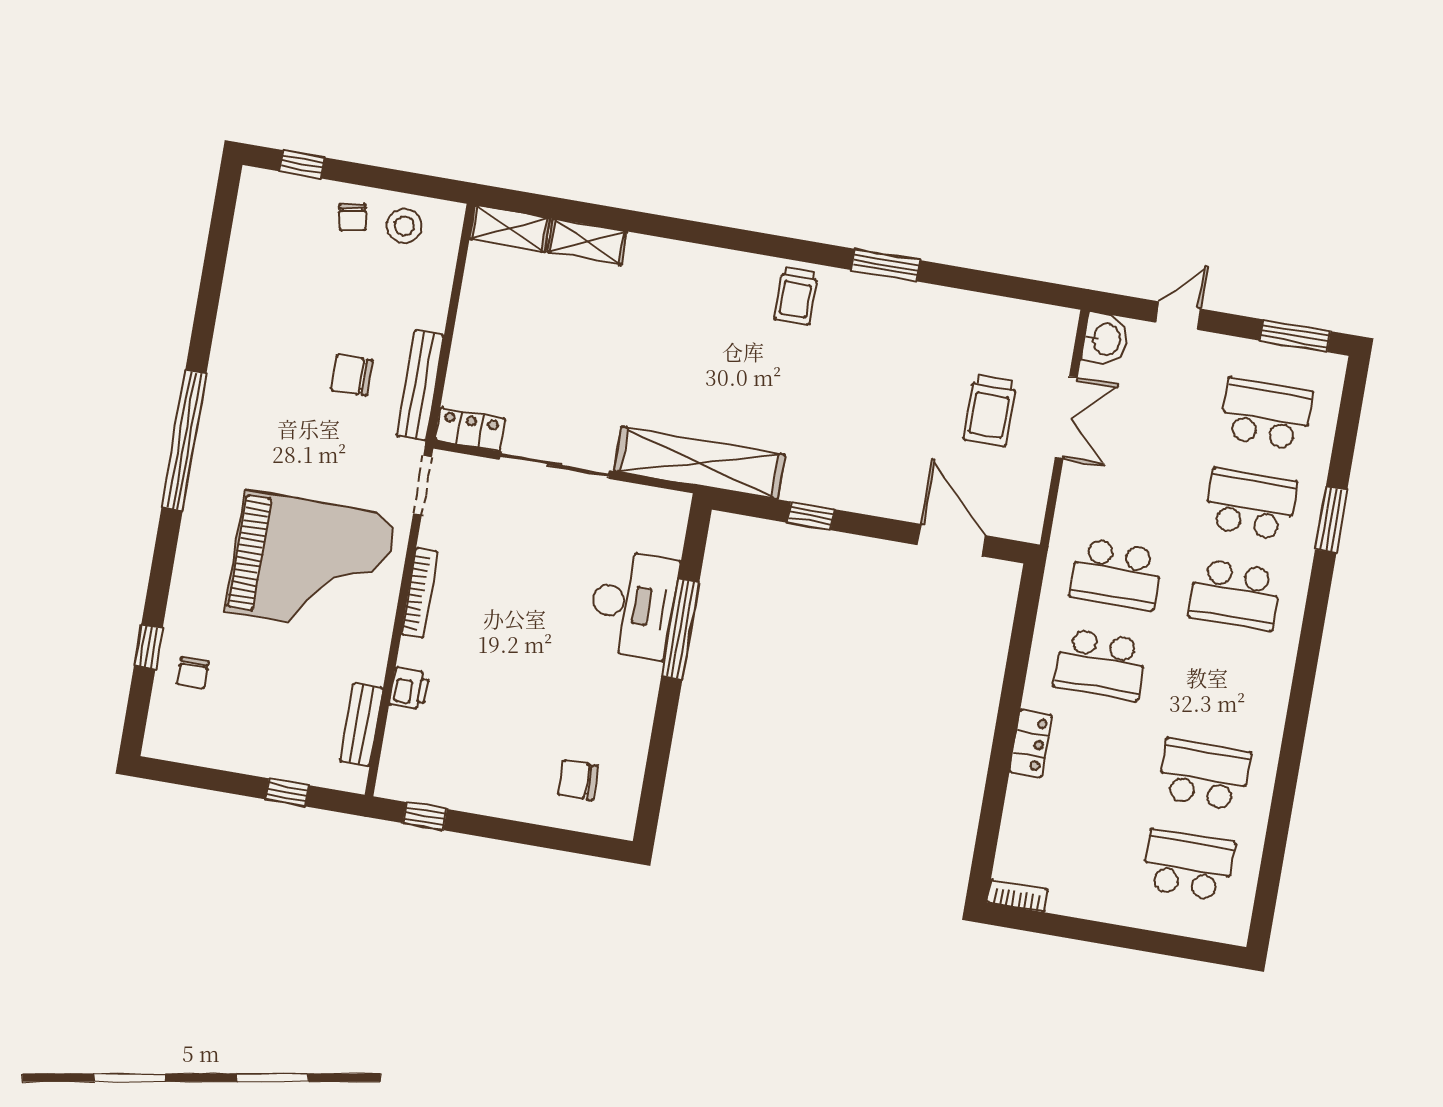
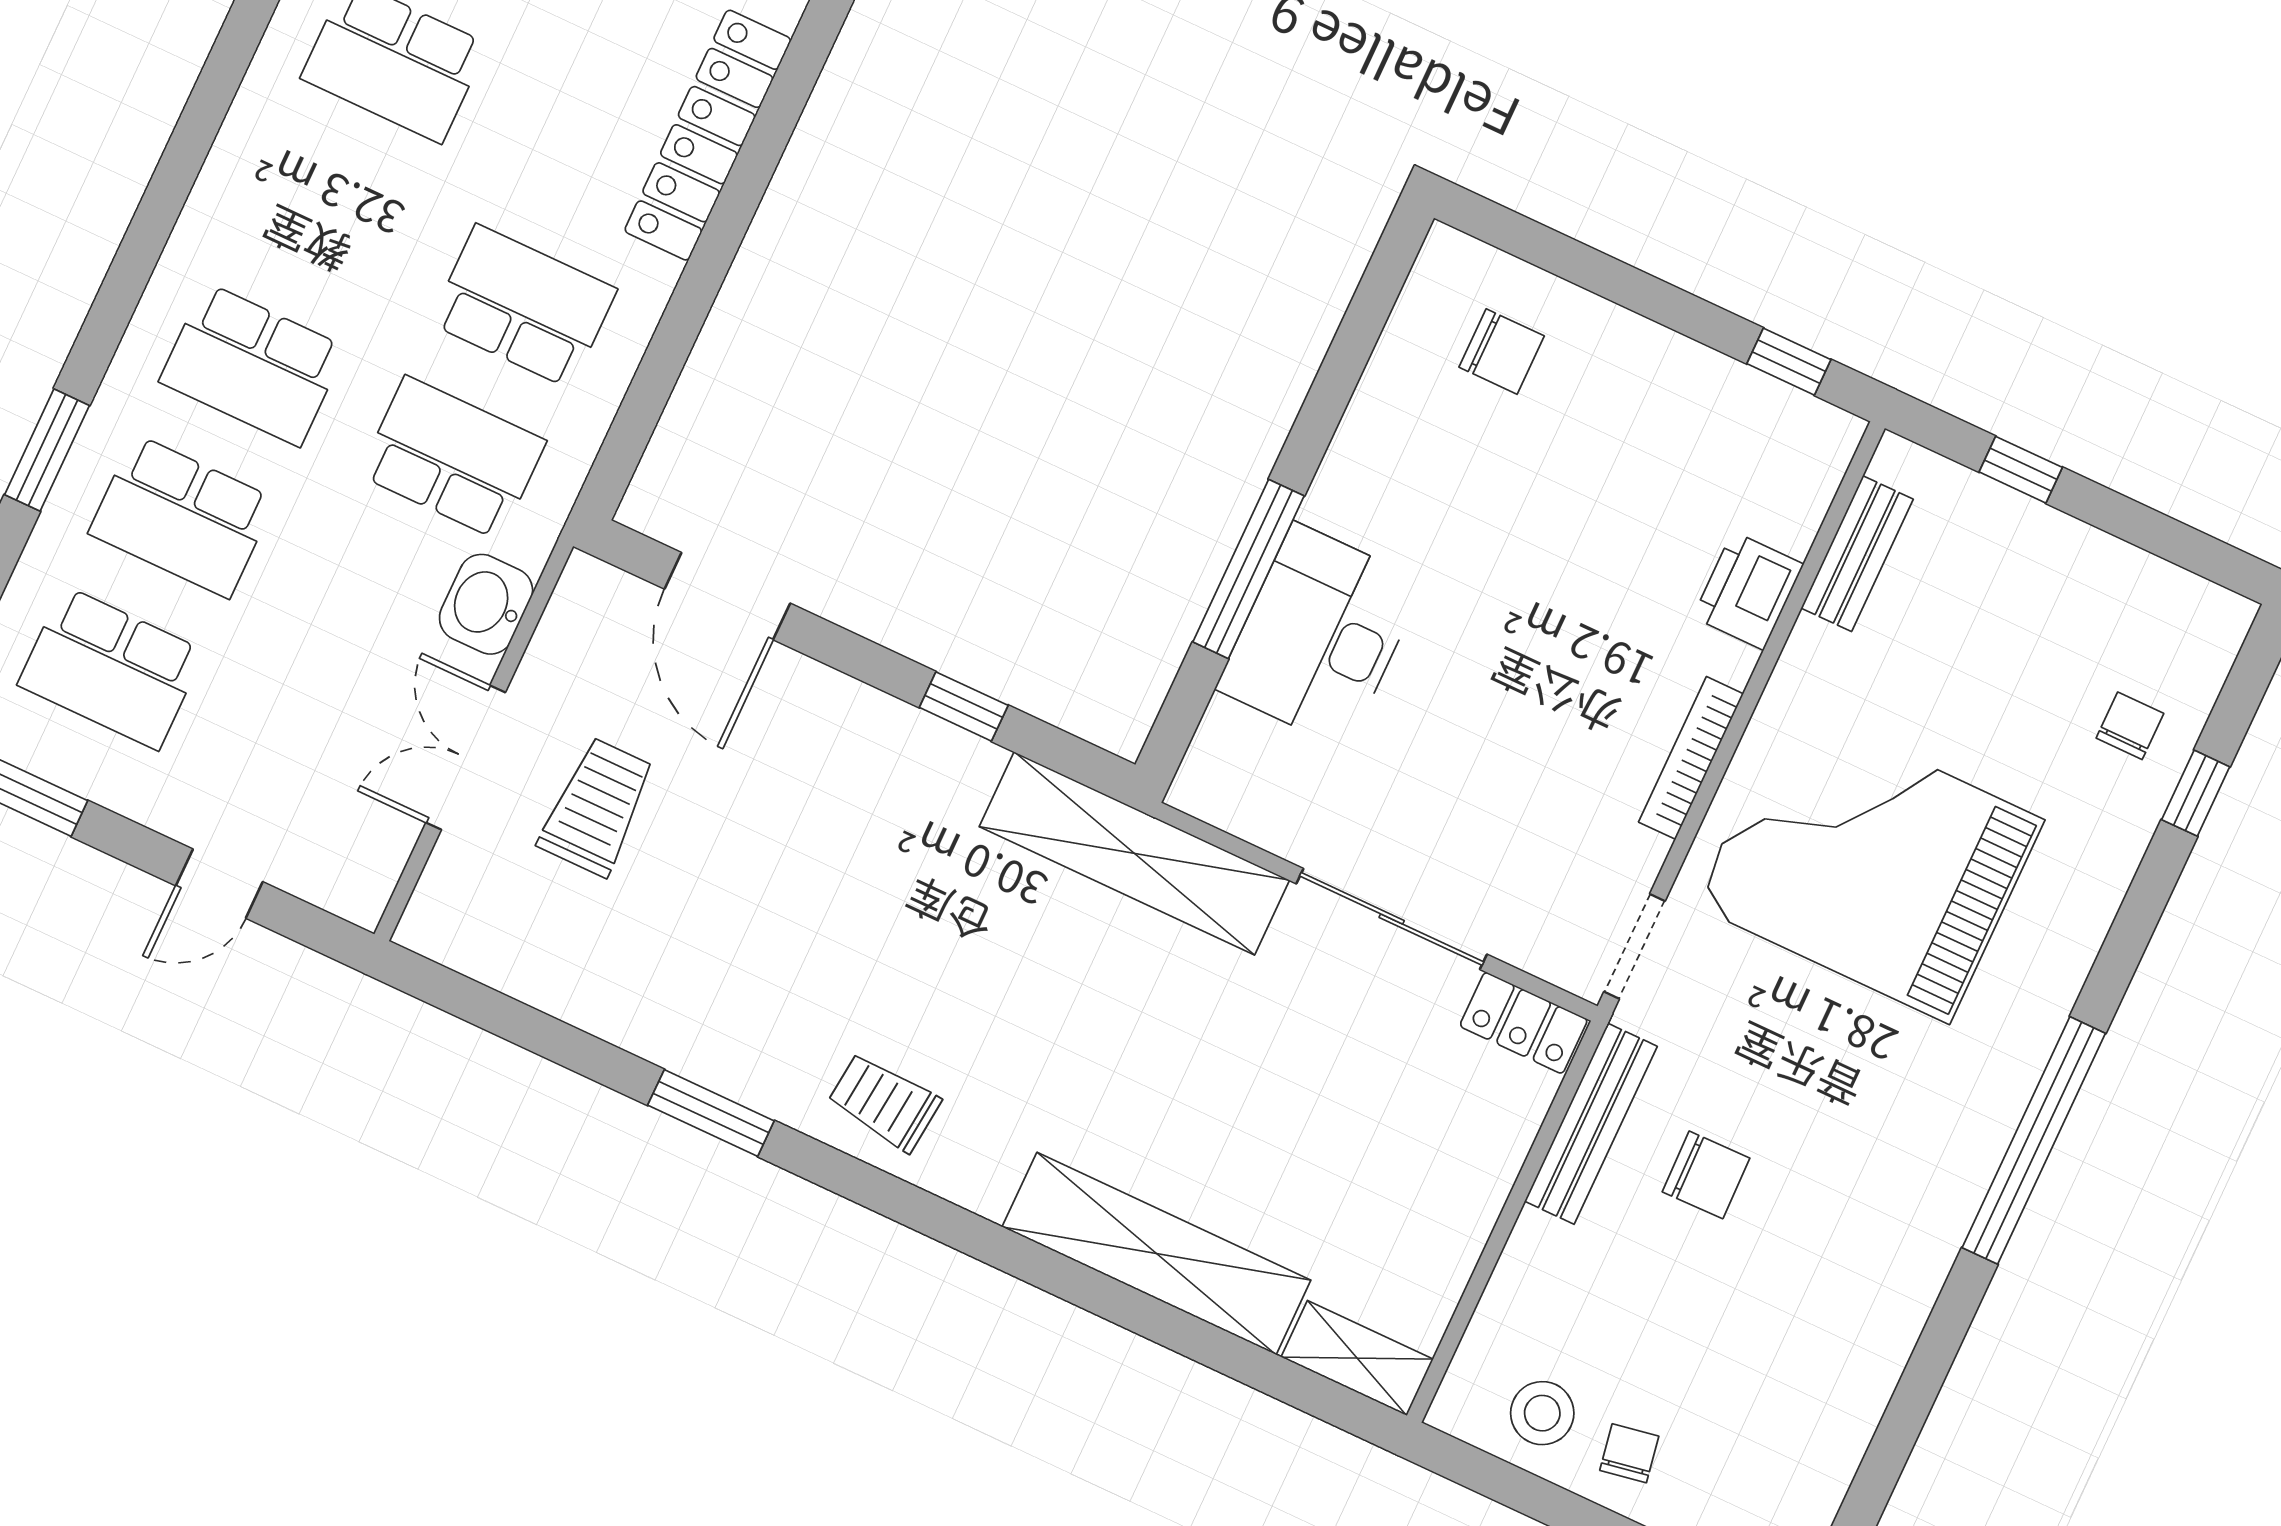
shelving: (587, 242) -> (1156, 1254), width x2.20, depth x1.33
trolley: (796, 296) -> (884, 1102), turned -84
washbasin: (1105, 339) -> (486, 604), moved
school desk: (1235, 594) -> (253, 365), turned 180
printer: (409, 689) -> (1748, 591), width x1.36, depth x1.24
locker: (1031, 744) -> (708, 135), width x2.16, depth x1.21

